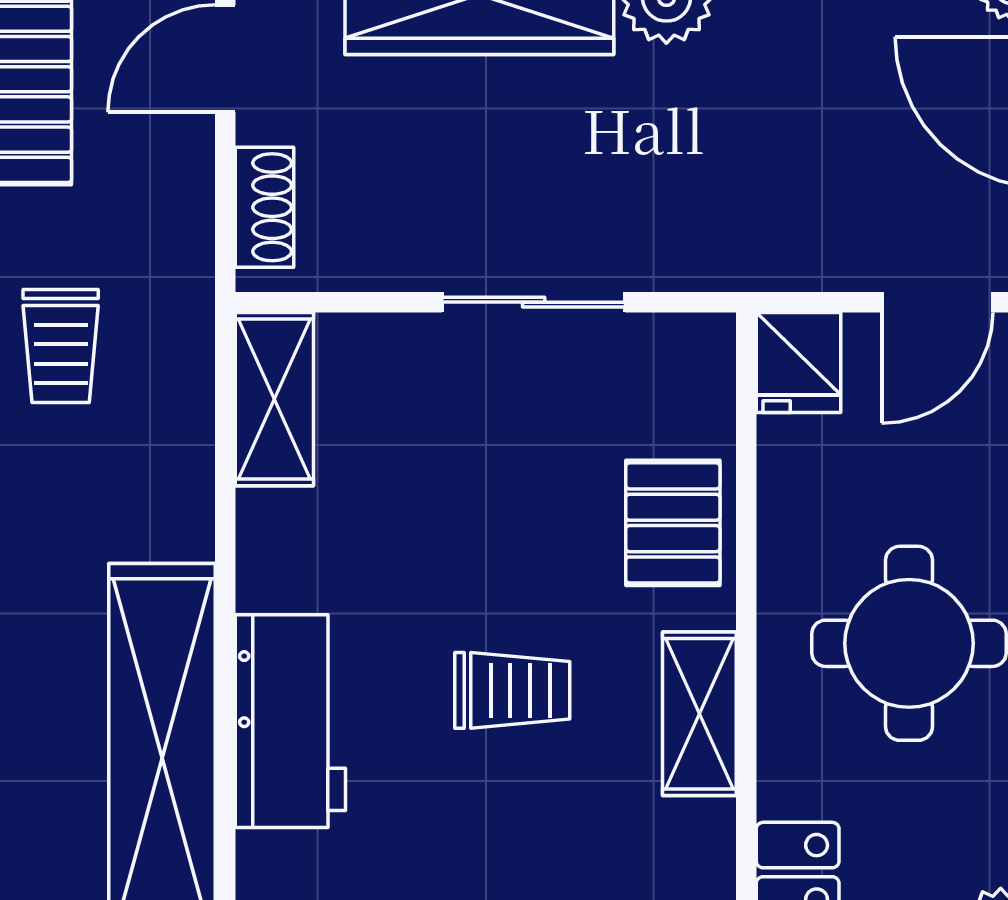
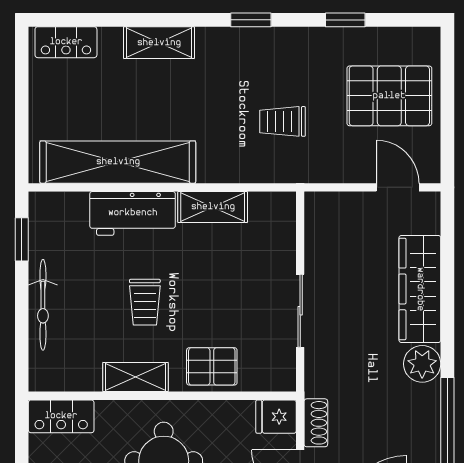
shoe rack: (265, 207) -> (316, 423), moved, turned -90
shelving: (274, 399) -> (213, 207), moved

